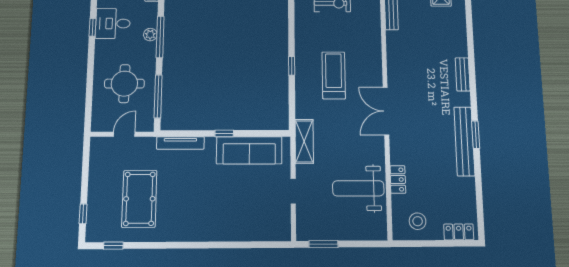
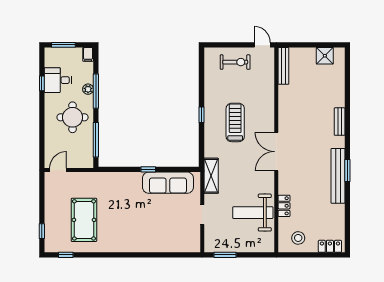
round table: (124, 84) -> (73, 117), moved
door: (124, 134) -> (58, 170), moved
tv unit: (180, 143) -> (114, 177), removed

